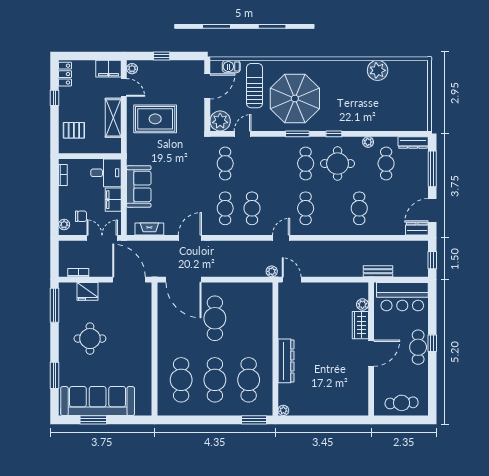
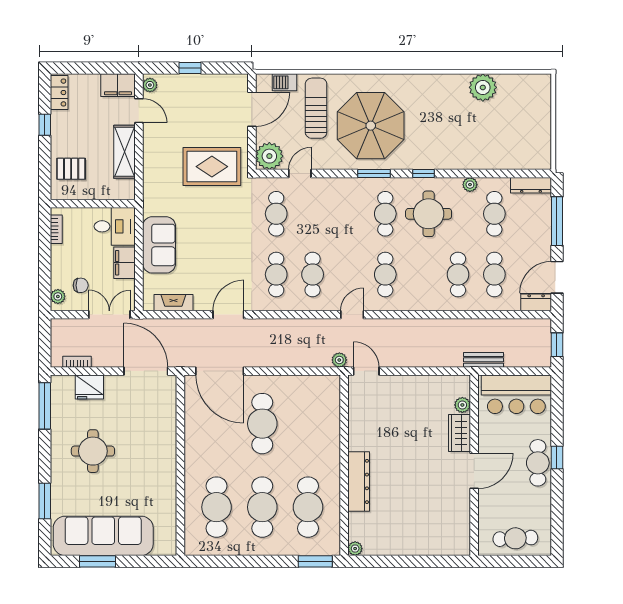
rug: (155, 119) -> (212, 167), moved
cafe table: (386, 208) -> (494, 274), added

